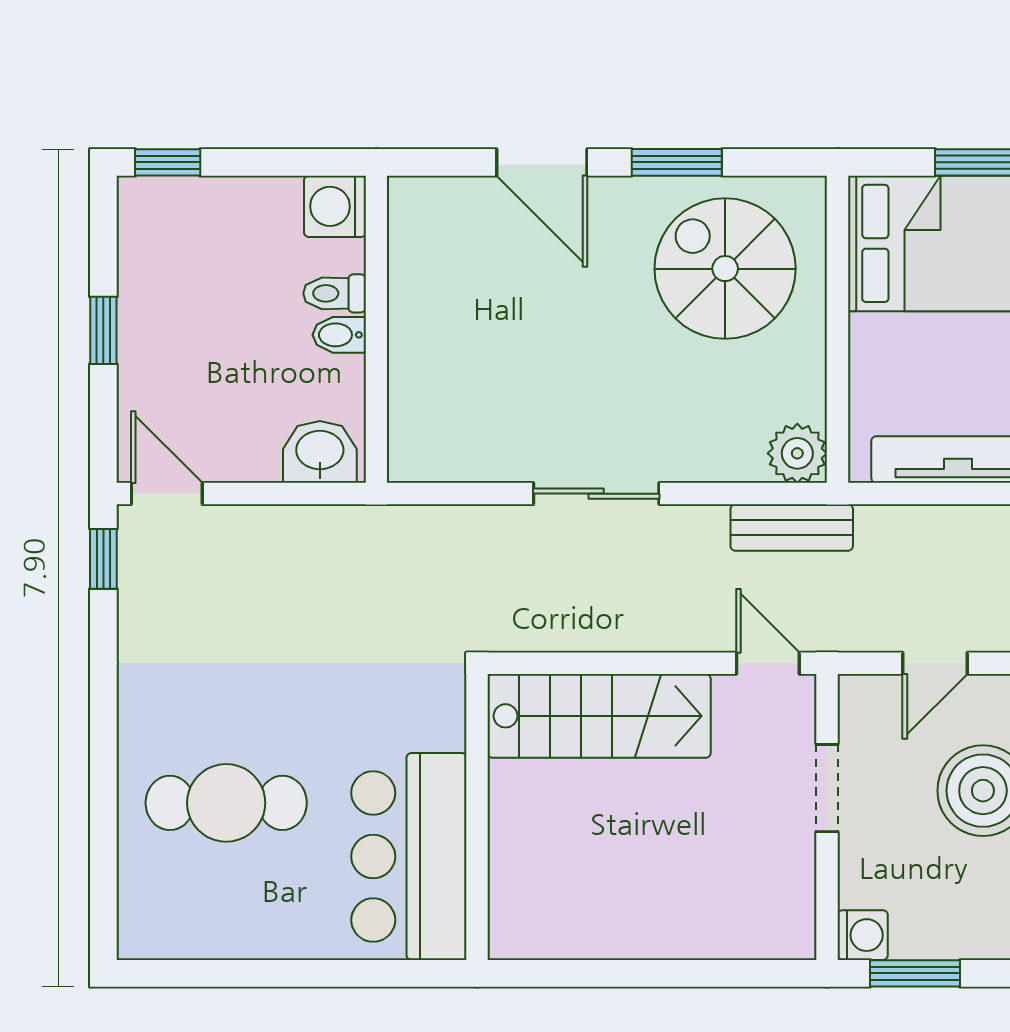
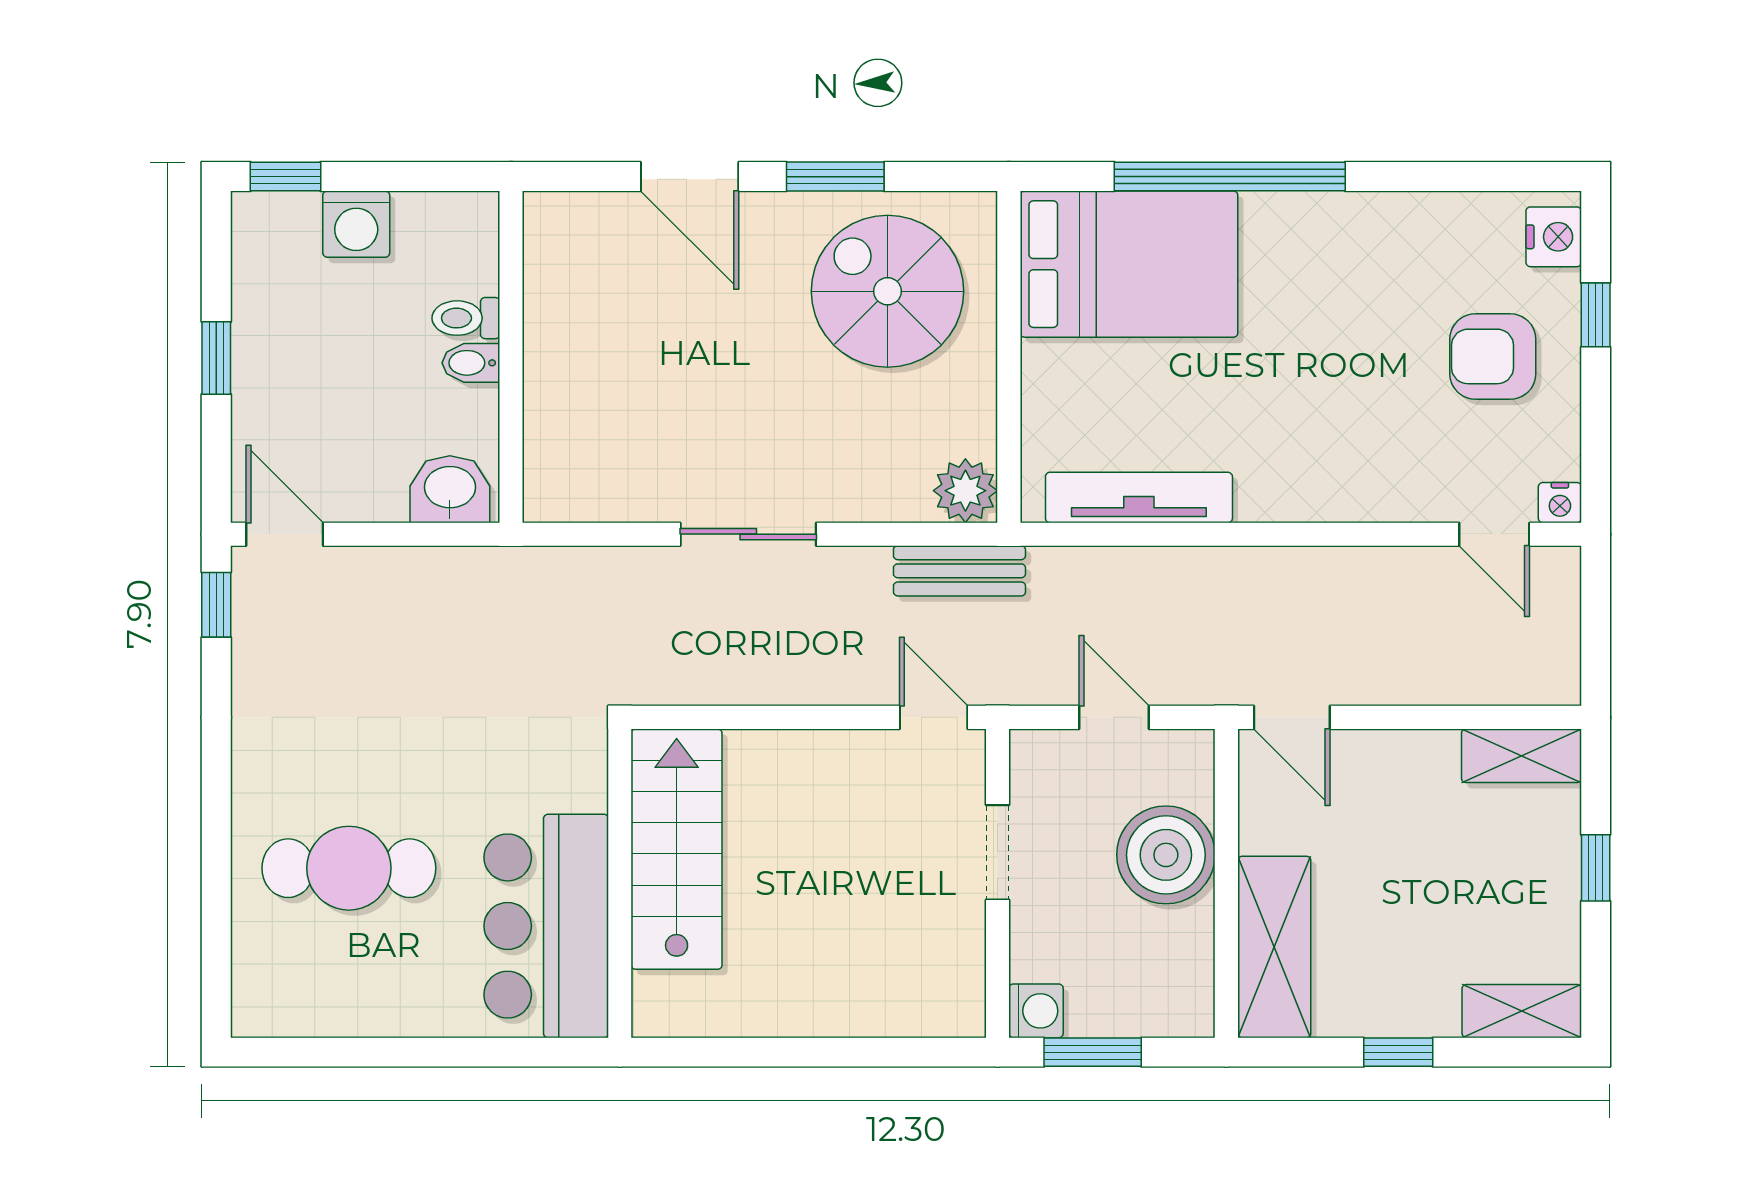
washing machine: (335, 206) -> (356, 224), moved, turned -90
door: (935, 663) -> (1114, 717), swing flipped
stairs: (599, 716) -> (677, 849), moved, turned -90

